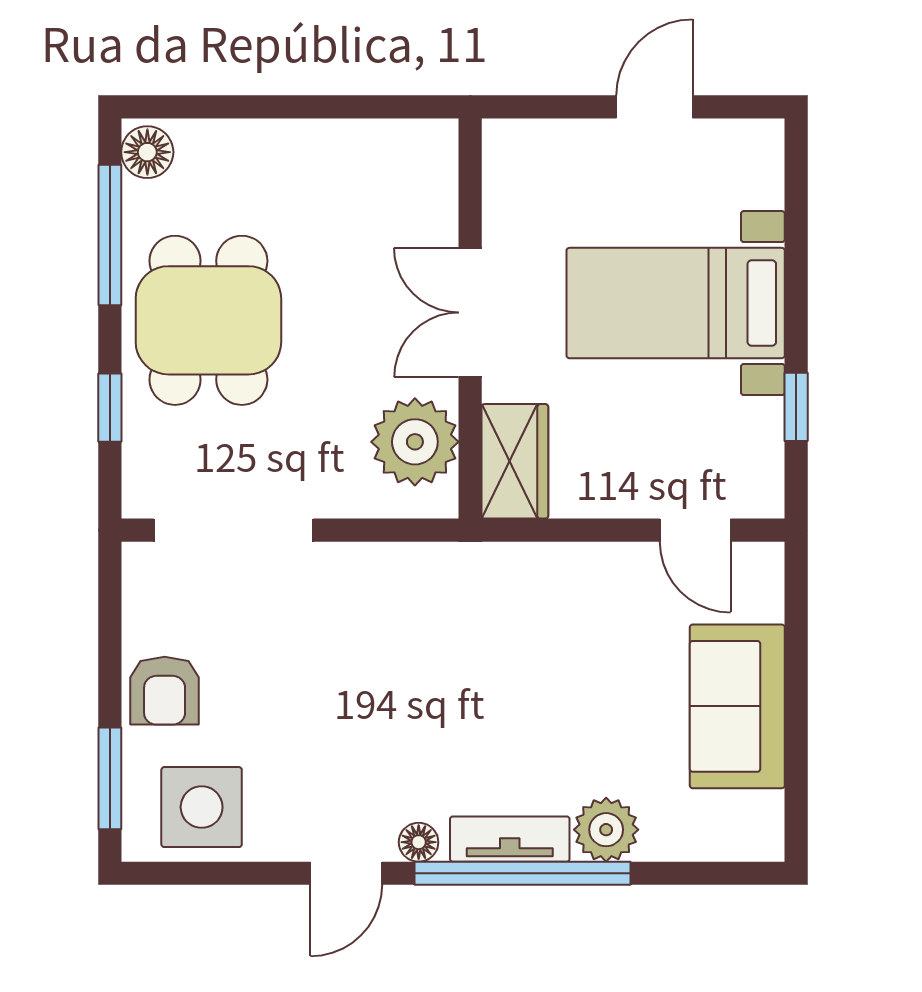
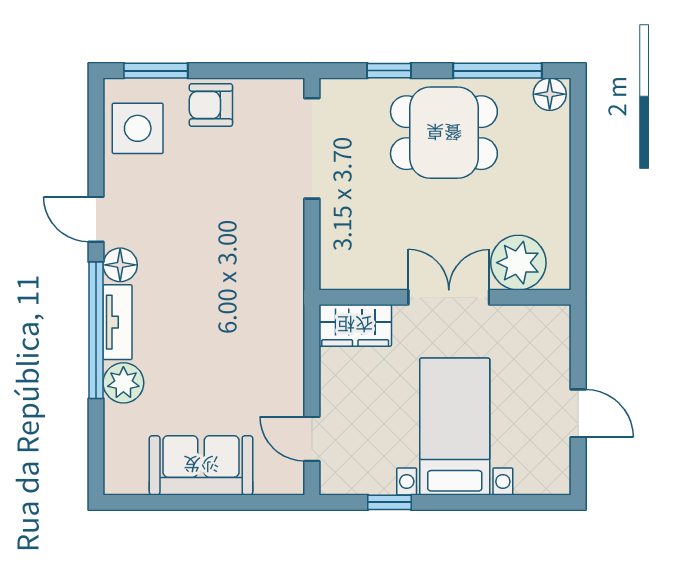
plant: (415, 442) -> (518, 263), moved
door: (695, 530) -> (312, 439), hinge flipped
floor lamp: (419, 842) -> (120, 265), width x1.37, depth x1.37

